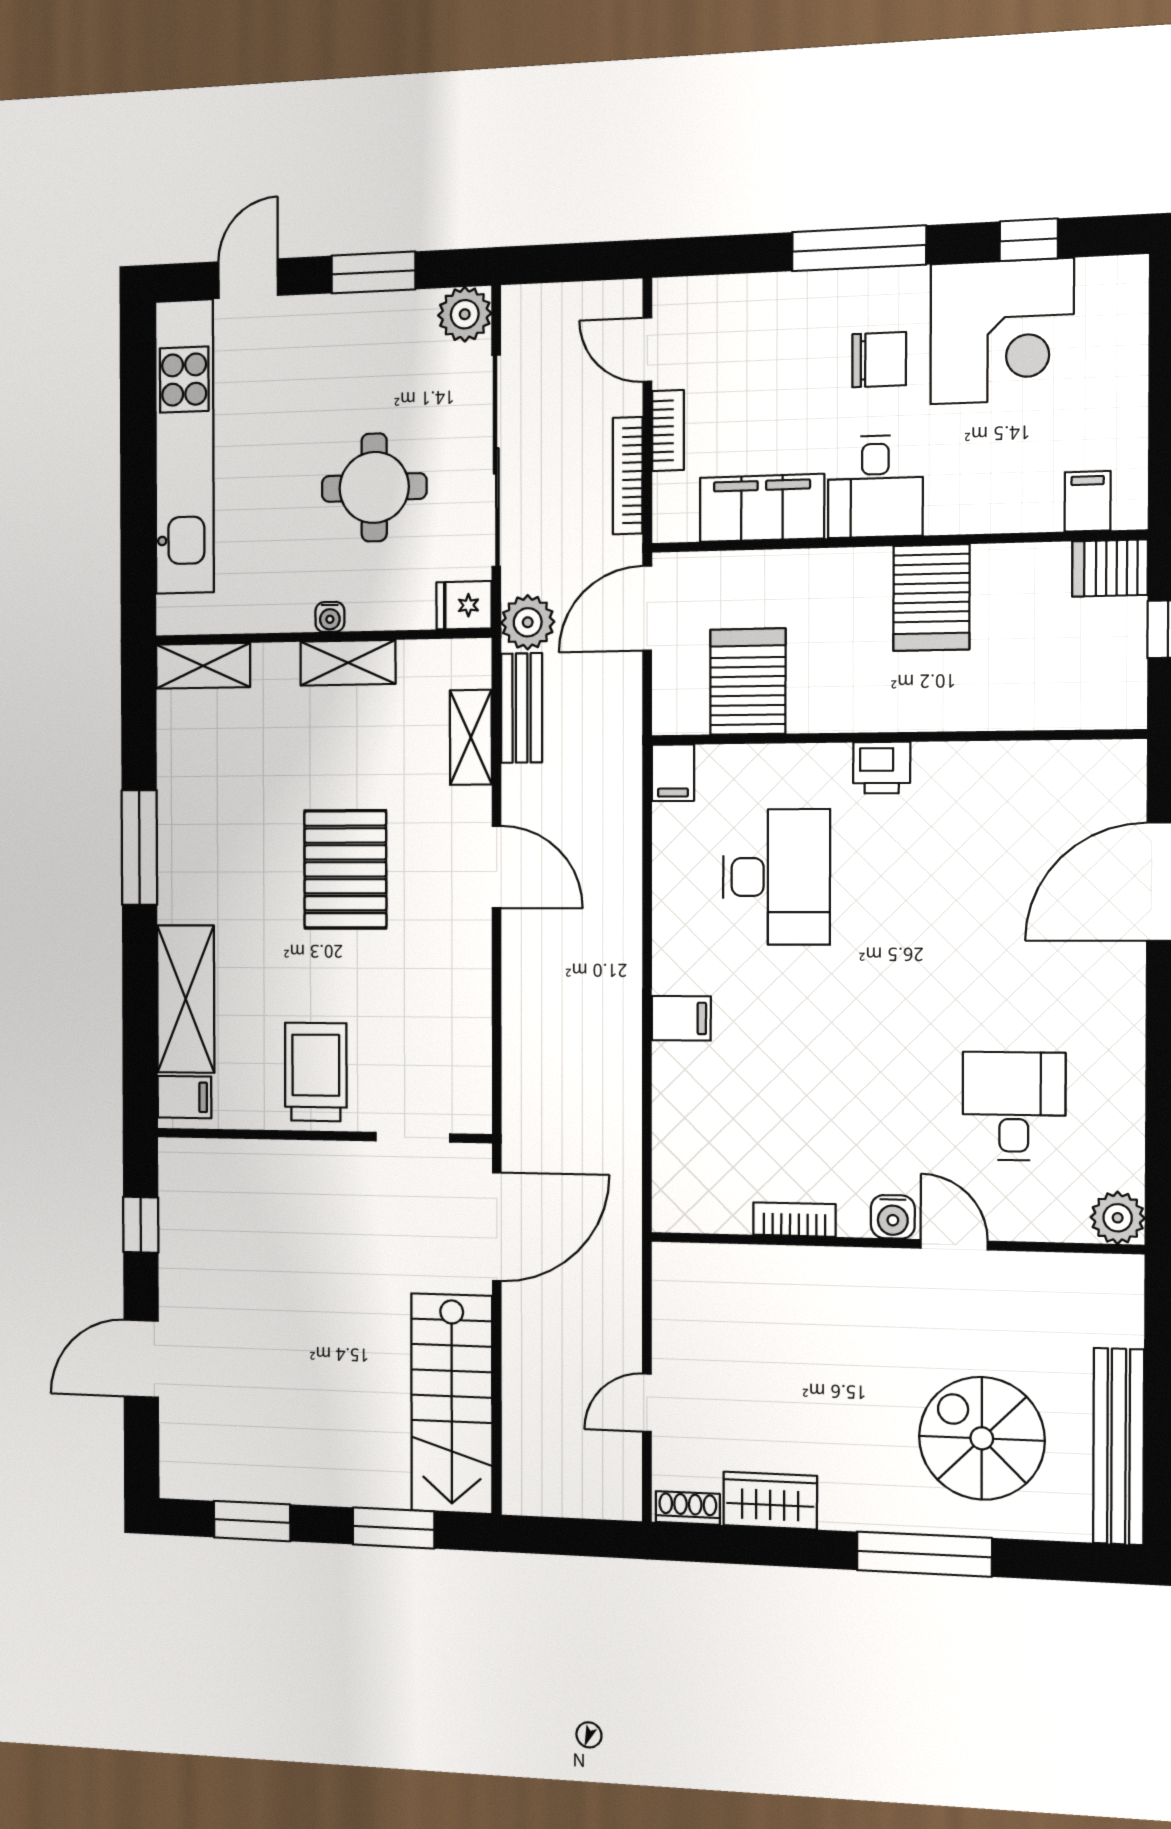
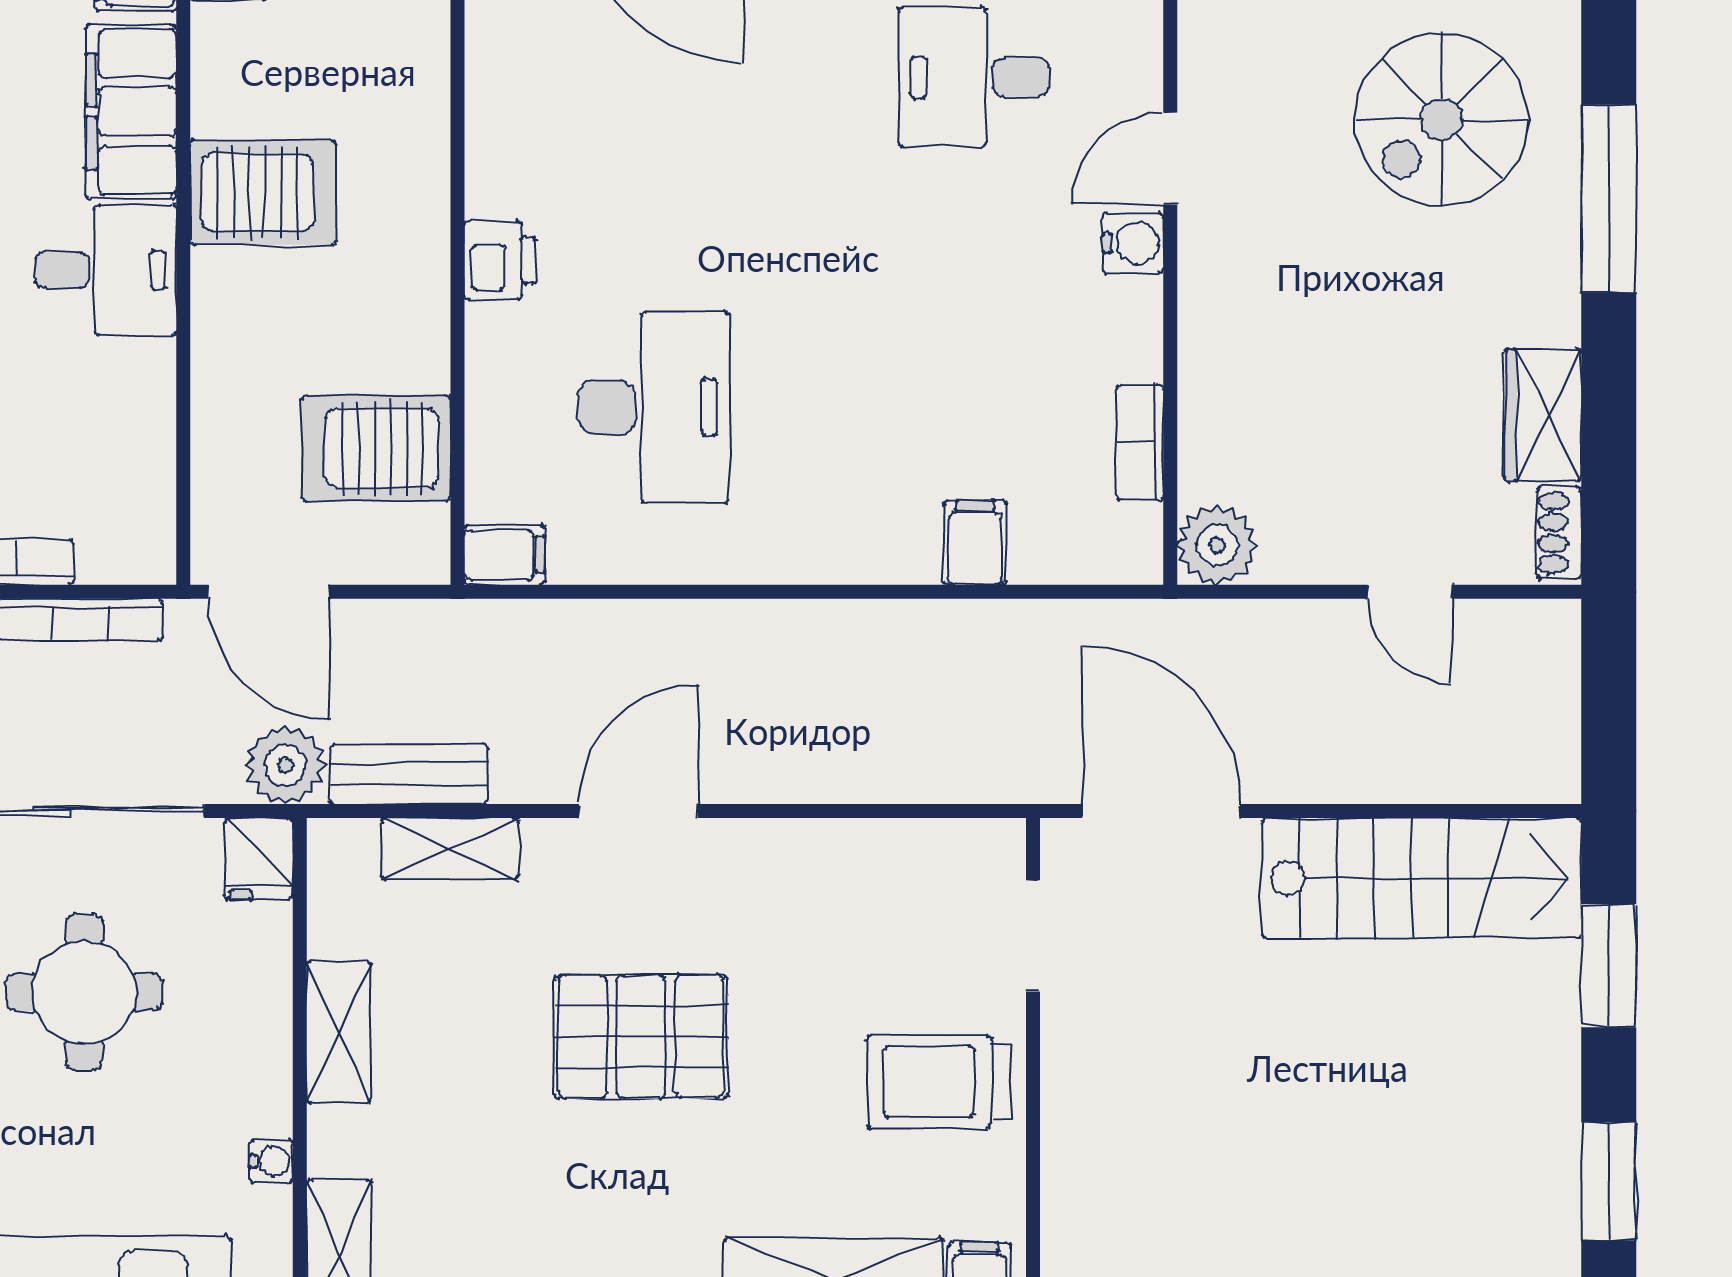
filing cabinet: (762, 508) -> (131, 112), moved
water cooler: (330, 617) -> (271, 1161), moved
desk: (776, 877) -> (653, 407), turned 90
filing cabinet: (681, 1018) -> (975, 543), moved
bookcase: (794, 1220) -> (1140, 443), moved
plant: (679, 1270) -> (1217, 545), added

